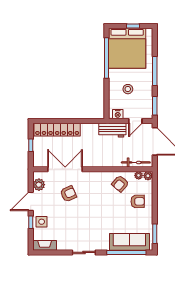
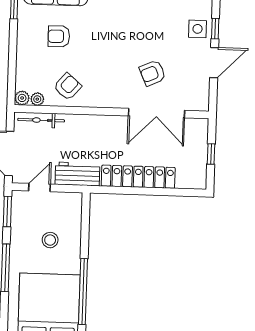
nightstand: (118, 114) -> (68, 200), removed
locker: (57, 130) -> (138, 177), moved
plant: (39, 185) -> (200, 89), removed
armchair: (138, 201) -> (59, 36), moved

